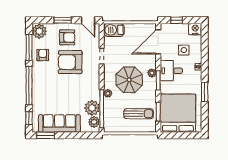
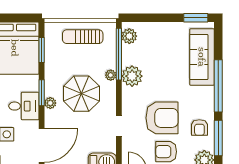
plant: (92, 108) -> (132, 76), moved
sun lounger: (139, 114) -> (83, 37), moved
window: (29, 118) -> (218, 41), removed
sofa: (59, 123) -> (202, 57), moved, turned 90

